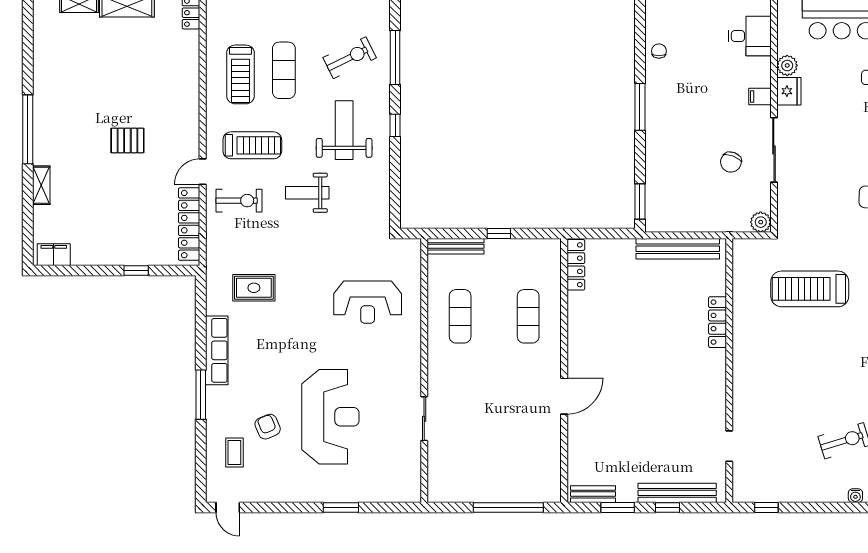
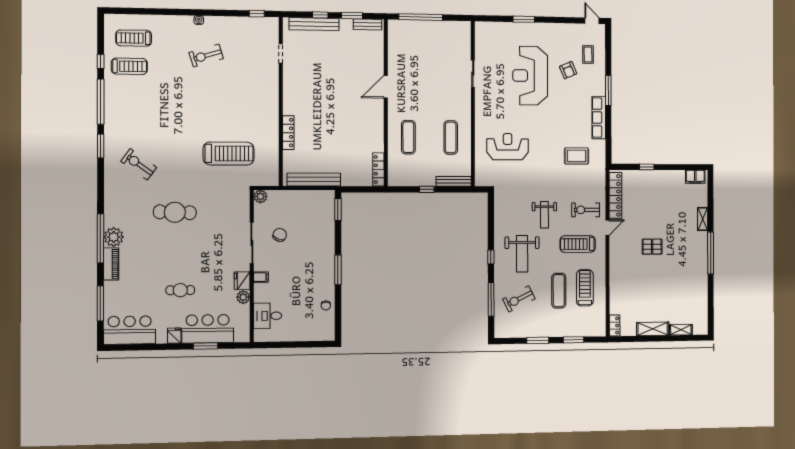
weight bench: (307, 193) -> (544, 215), turned 90

